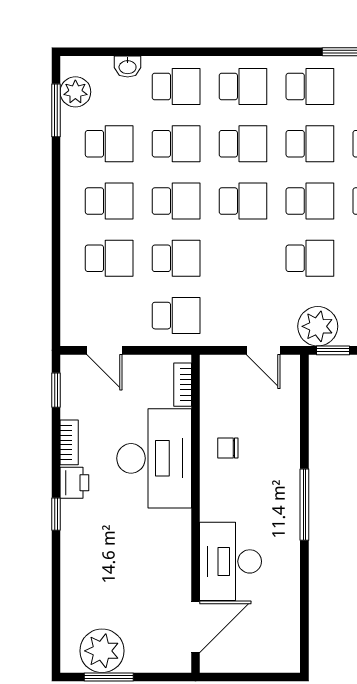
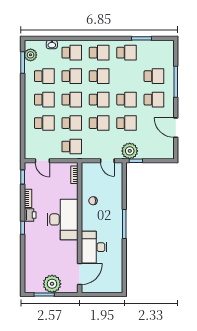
school desk: (310, 144) -> (99, 123), moved
desk: (154, 458) -> (63, 219), moved
plant: (102, 651) -> (52, 284), moved

